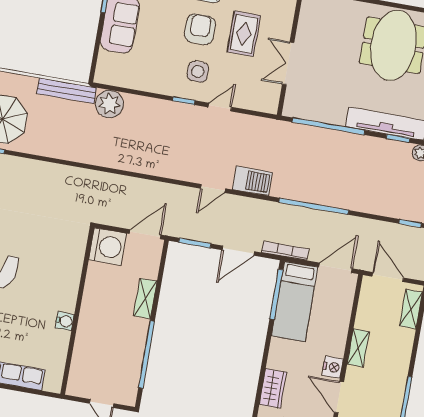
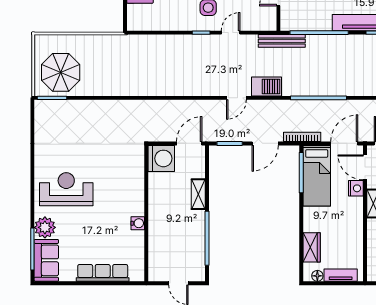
bench: (67, 91) -> (282, 41), moved
plant: (109, 104) -> (143, 46), removed
nightstand: (333, 367) -> (356, 188), moved
door: (339, 397) -> (365, 167), moved

